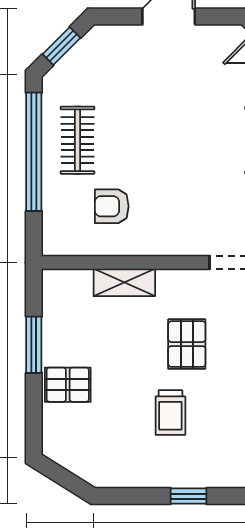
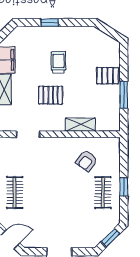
window: (34, 152) -> (124, 187), width x0.32
armchair: (112, 206) -> (87, 161), turned 127
pallet: (187, 344) -> (51, 95), turned 90

